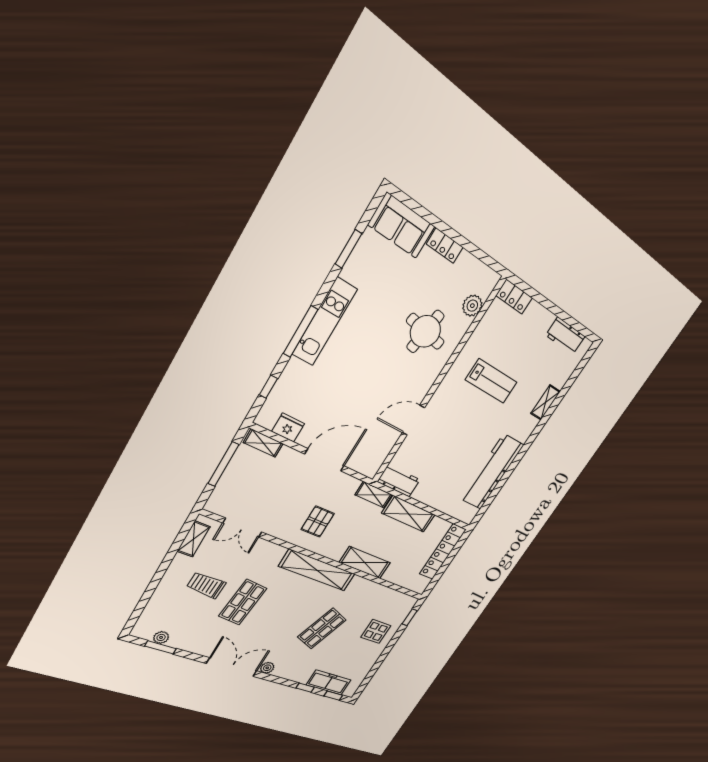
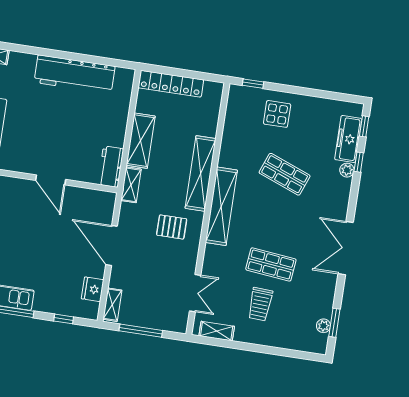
shelving: (365, 563) -> (201, 173), width x1.47
plant: (267, 668) -> (347, 170), moved

